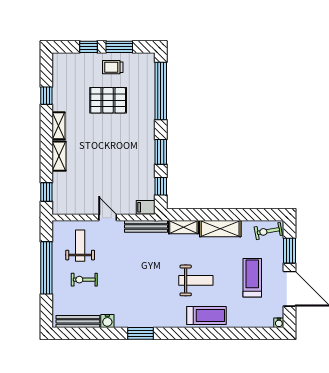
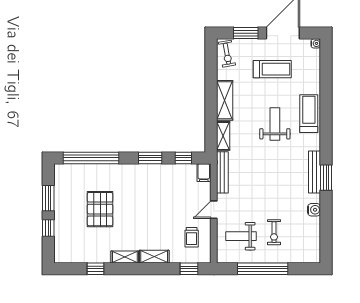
trolley: (113, 67) -> (192, 237), moved
treadmill: (252, 278) -> (272, 69), turned 180
bench: (78, 321) -> (315, 172), moved

